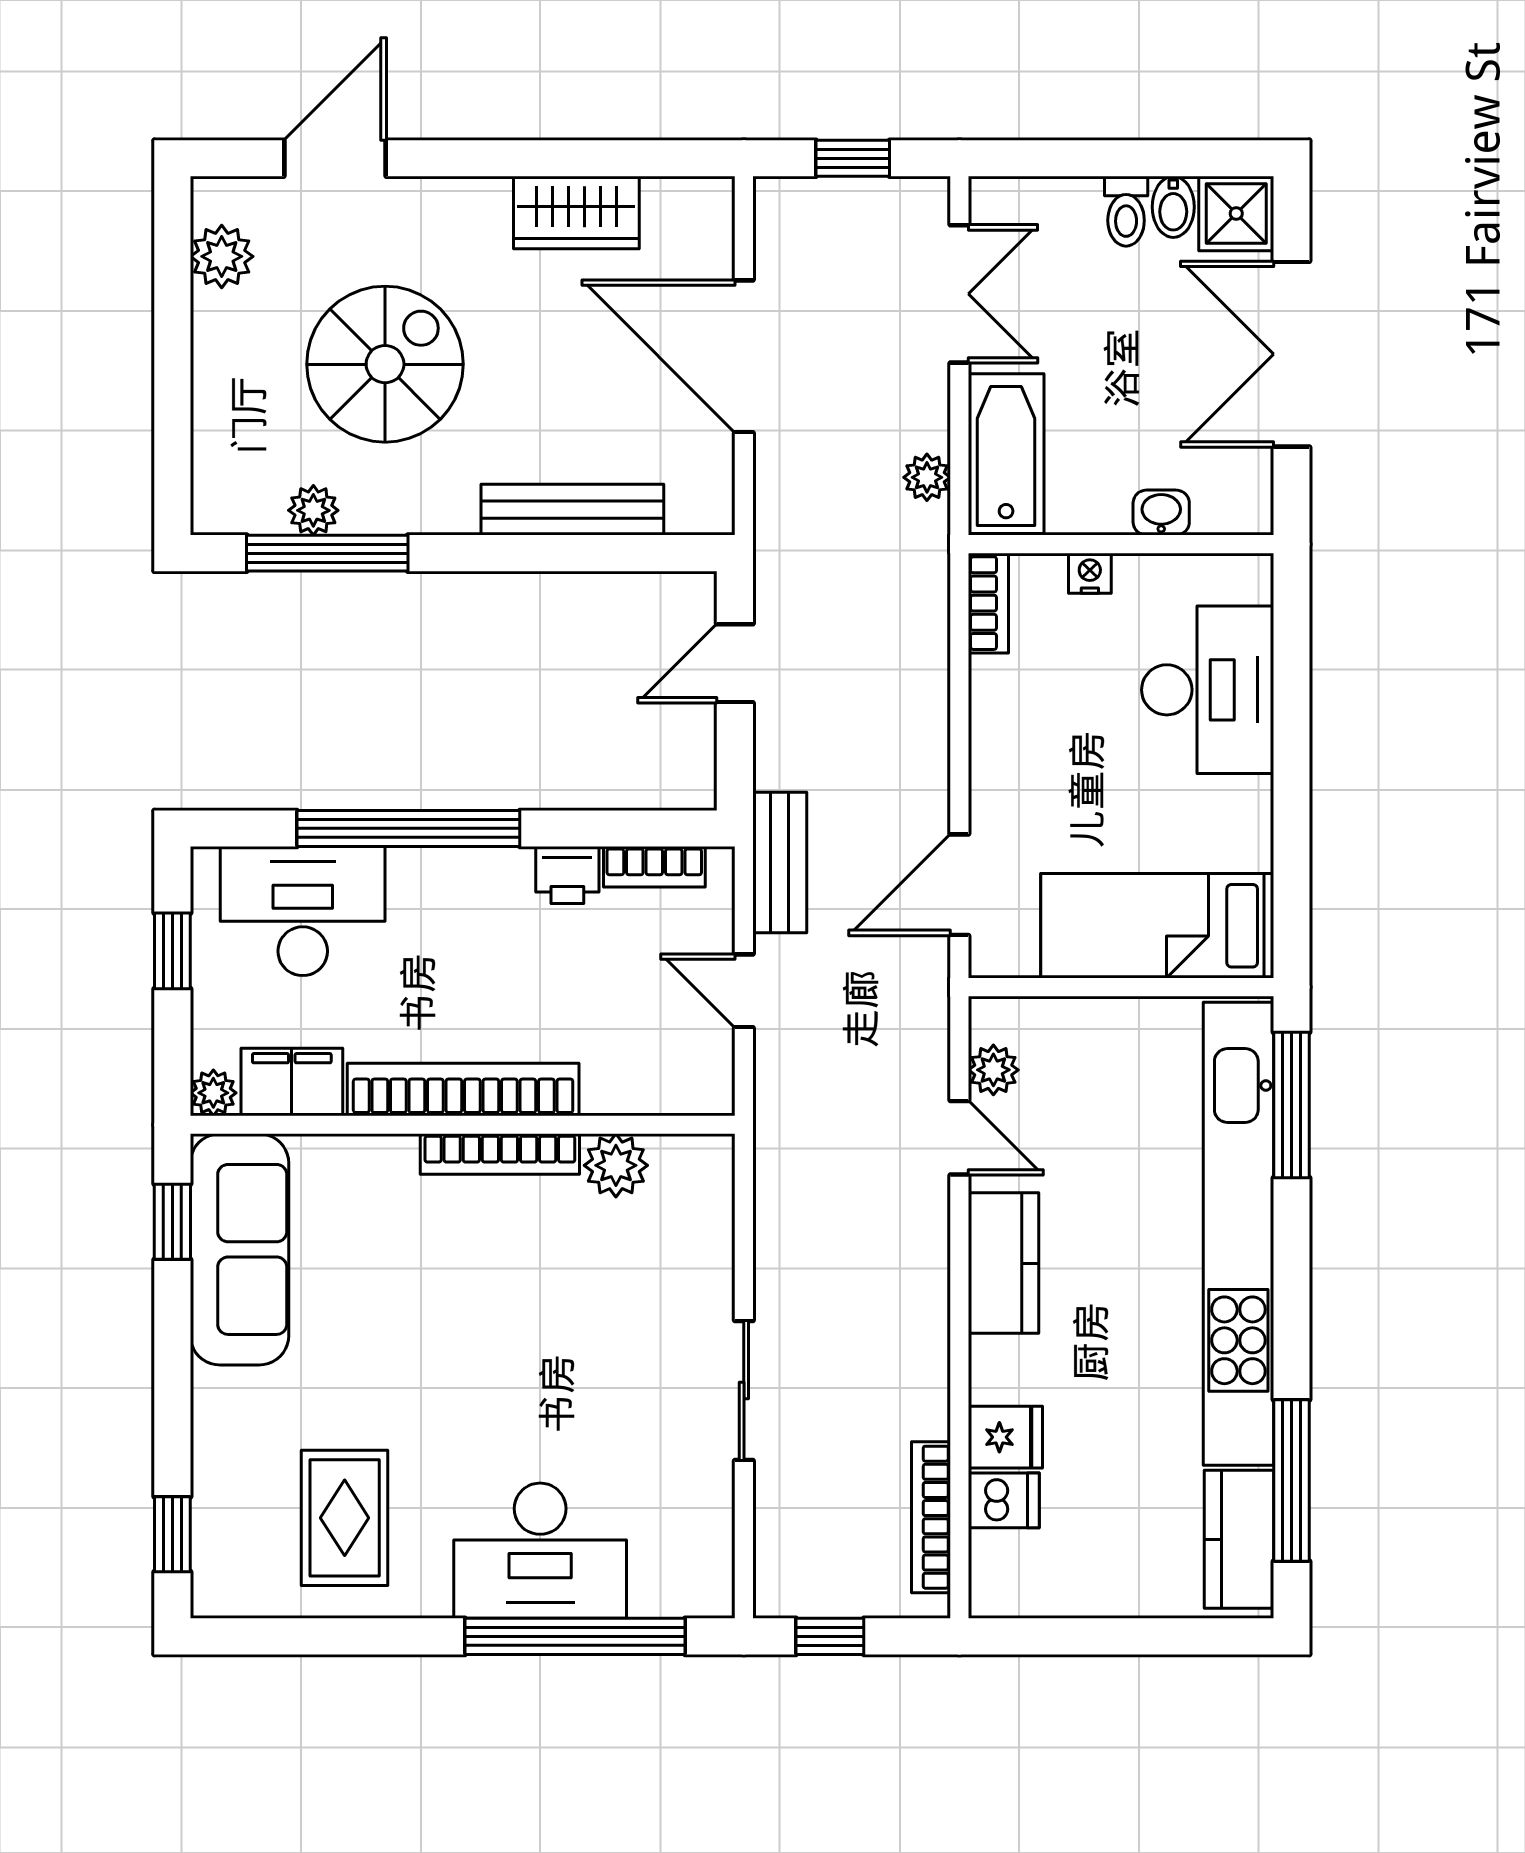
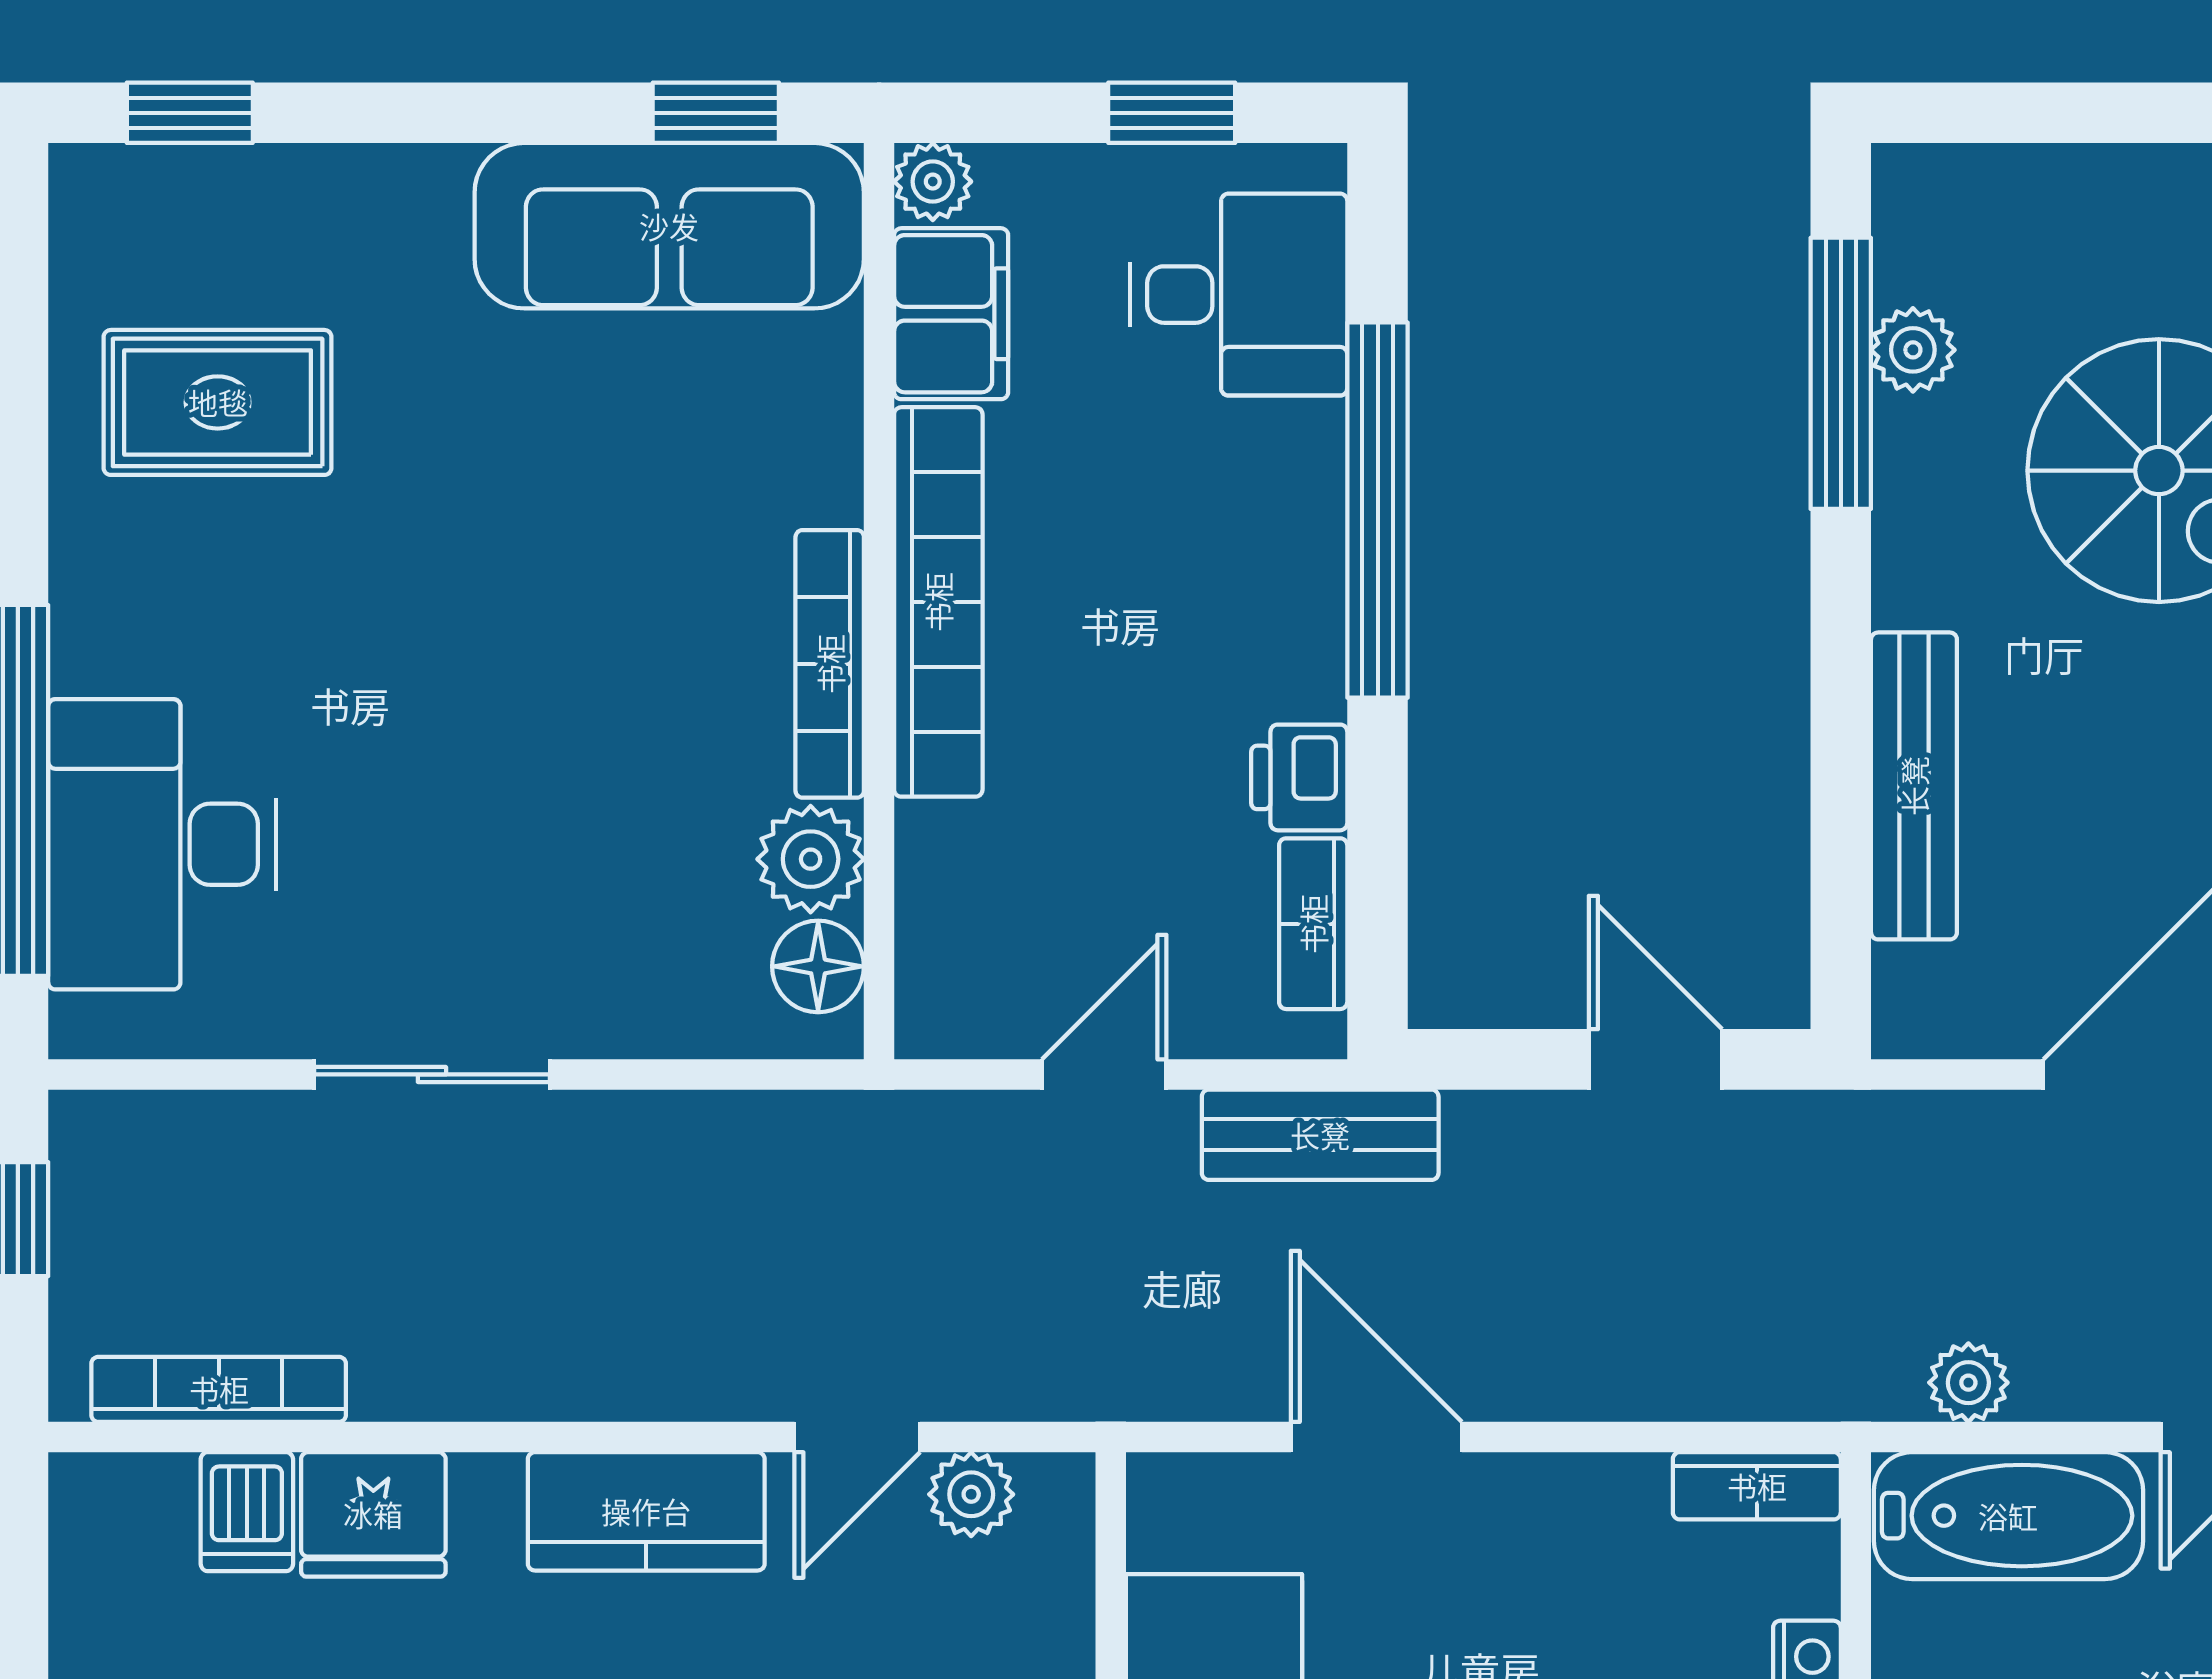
door: (959, 885) -> (1376, 1437), moved
desk: (303, 911) -> (1239, 295), width x0.73
floor lamp: (680, 1161) -> (818, 966), added
fridge: (1005, 1437) -> (373, 1514), width x1.38
desk: (540, 1551) -> (162, 844), moved

